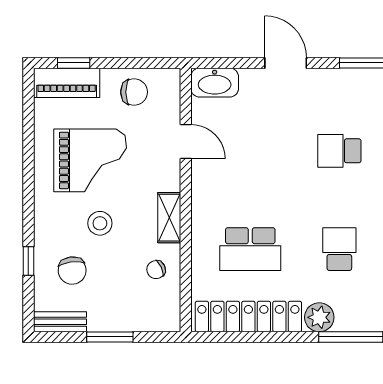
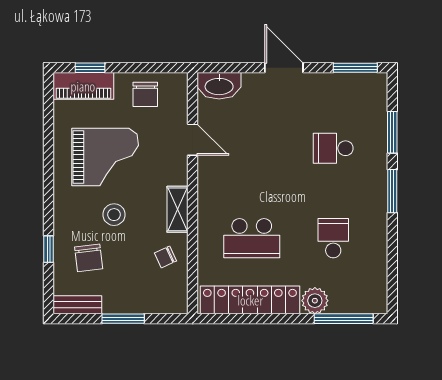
chair: (134, 92) -> (145, 94), turned 90

